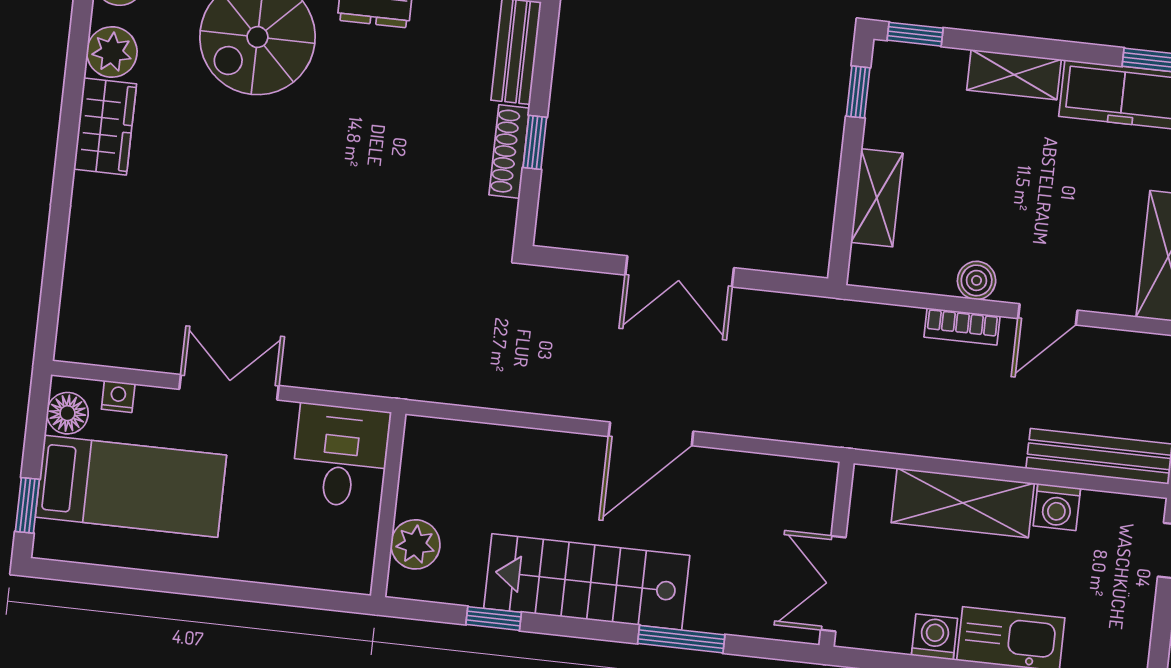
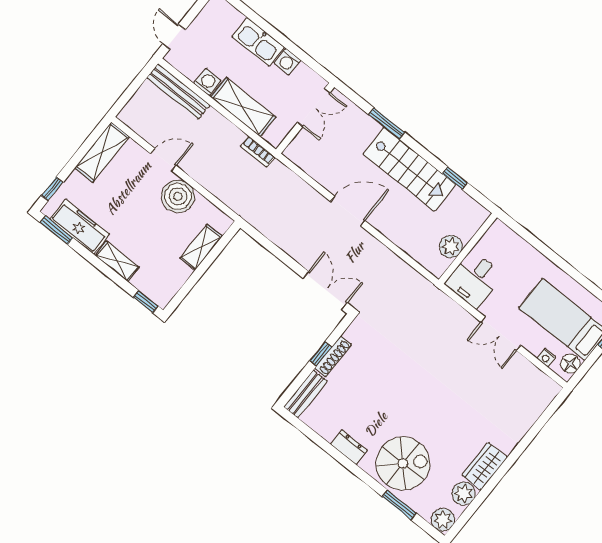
window: (858, 92) -> (182, 293), removed
double door: (680, 271) -> (325, 291), moved
boiler: (977, 280) -> (178, 196), width x1.86, depth x1.86
bookcase: (962, 326) -> (258, 152), moved, turned 180
plant: (415, 544) -> (451, 247), moved

